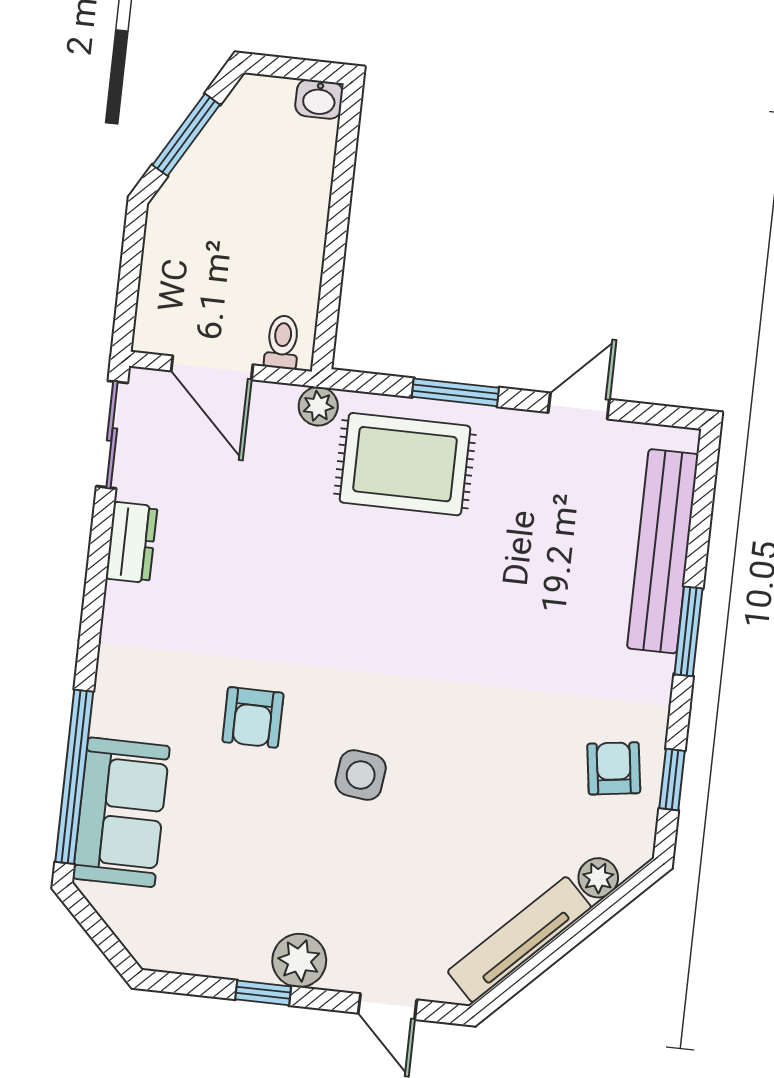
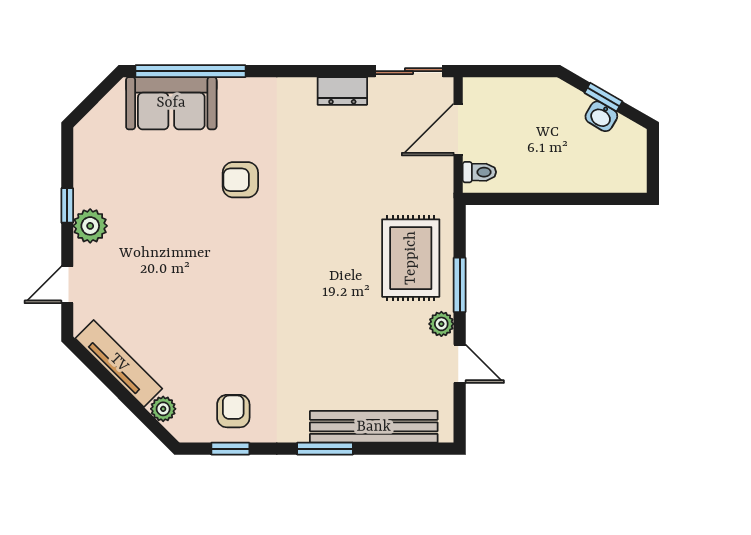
washbasin: (319, 99) -> (601, 116), moved, turned -60
window: (186, 135) -> (603, 97), width x0.67
plant: (318, 406) -> (441, 324), moved
armchair: (614, 768) -> (233, 411), turned -82
side table: (361, 775) -> (212, 252), removed

